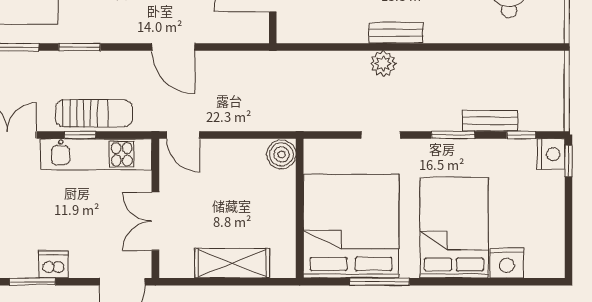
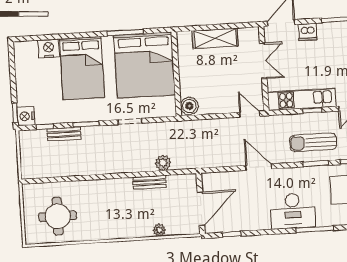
bench: (396, 33) -> (149, 182), moved
plant: (383, 64) -> (163, 163), moved
sun lounger: (94, 113) -> (313, 142), moved
dishwasher: (54, 264) -> (307, 32), moved

